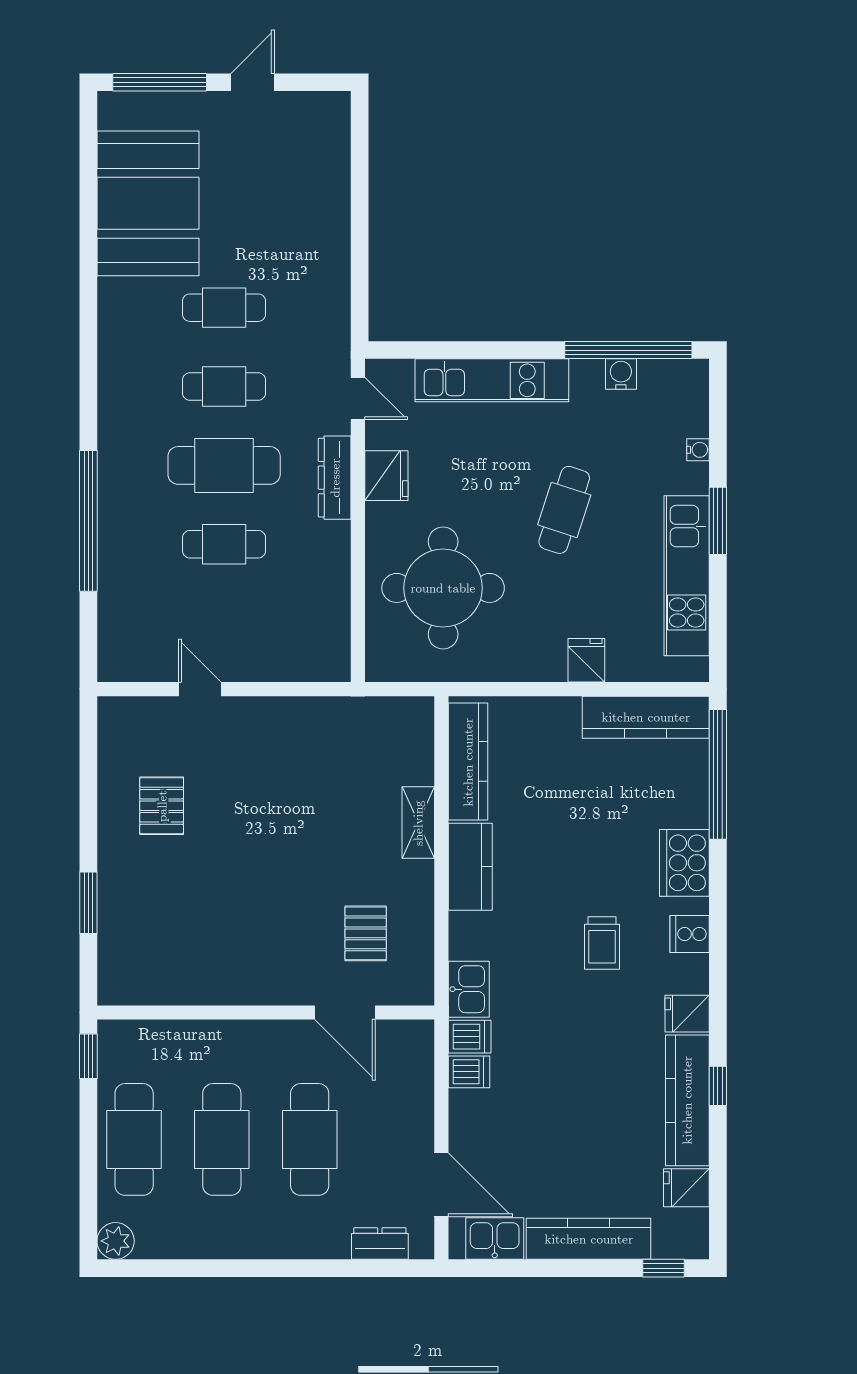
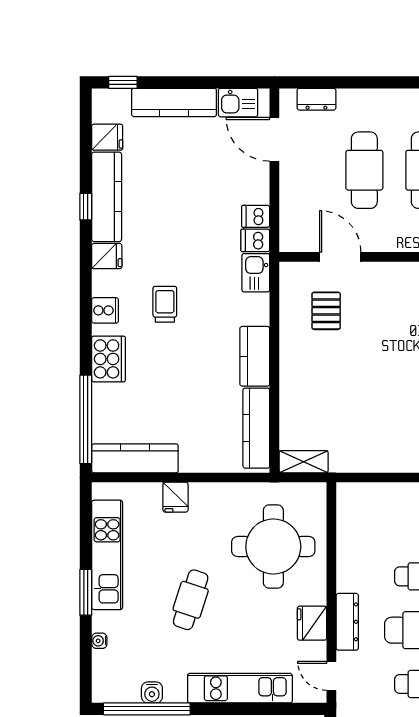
shelving: (418, 823) -> (304, 462), moved, turned 90

